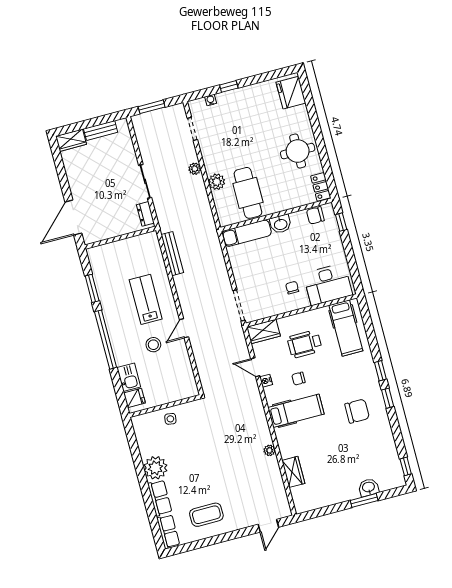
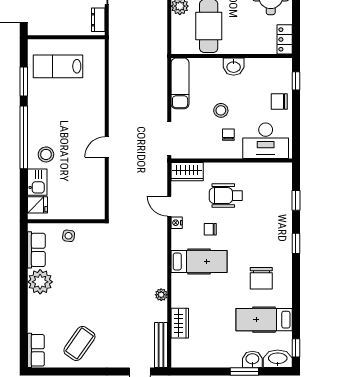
chair: (315, 215) -> (279, 101), moved
exam couch: (247, 233) -> (180, 83), moved, turned -90
bench: (172, 254) -> (161, 345), moved
stool: (279, 267) -> (221, 110), added
lab bench: (146, 299) -> (58, 66), moved, turned -90
hospital bed: (346, 328) -> (264, 320), moved, turned 90
stool: (153, 345) -> (46, 154), moved
window: (388, 398) -> (296, 200), moved
chair: (357, 411) -> (261, 278), turned 90
washbasin: (392, 481) -> (278, 359), added
row of seats: (160, 498) -> (36, 250), moved
coffee table: (206, 515) -> (79, 343), turned -55

